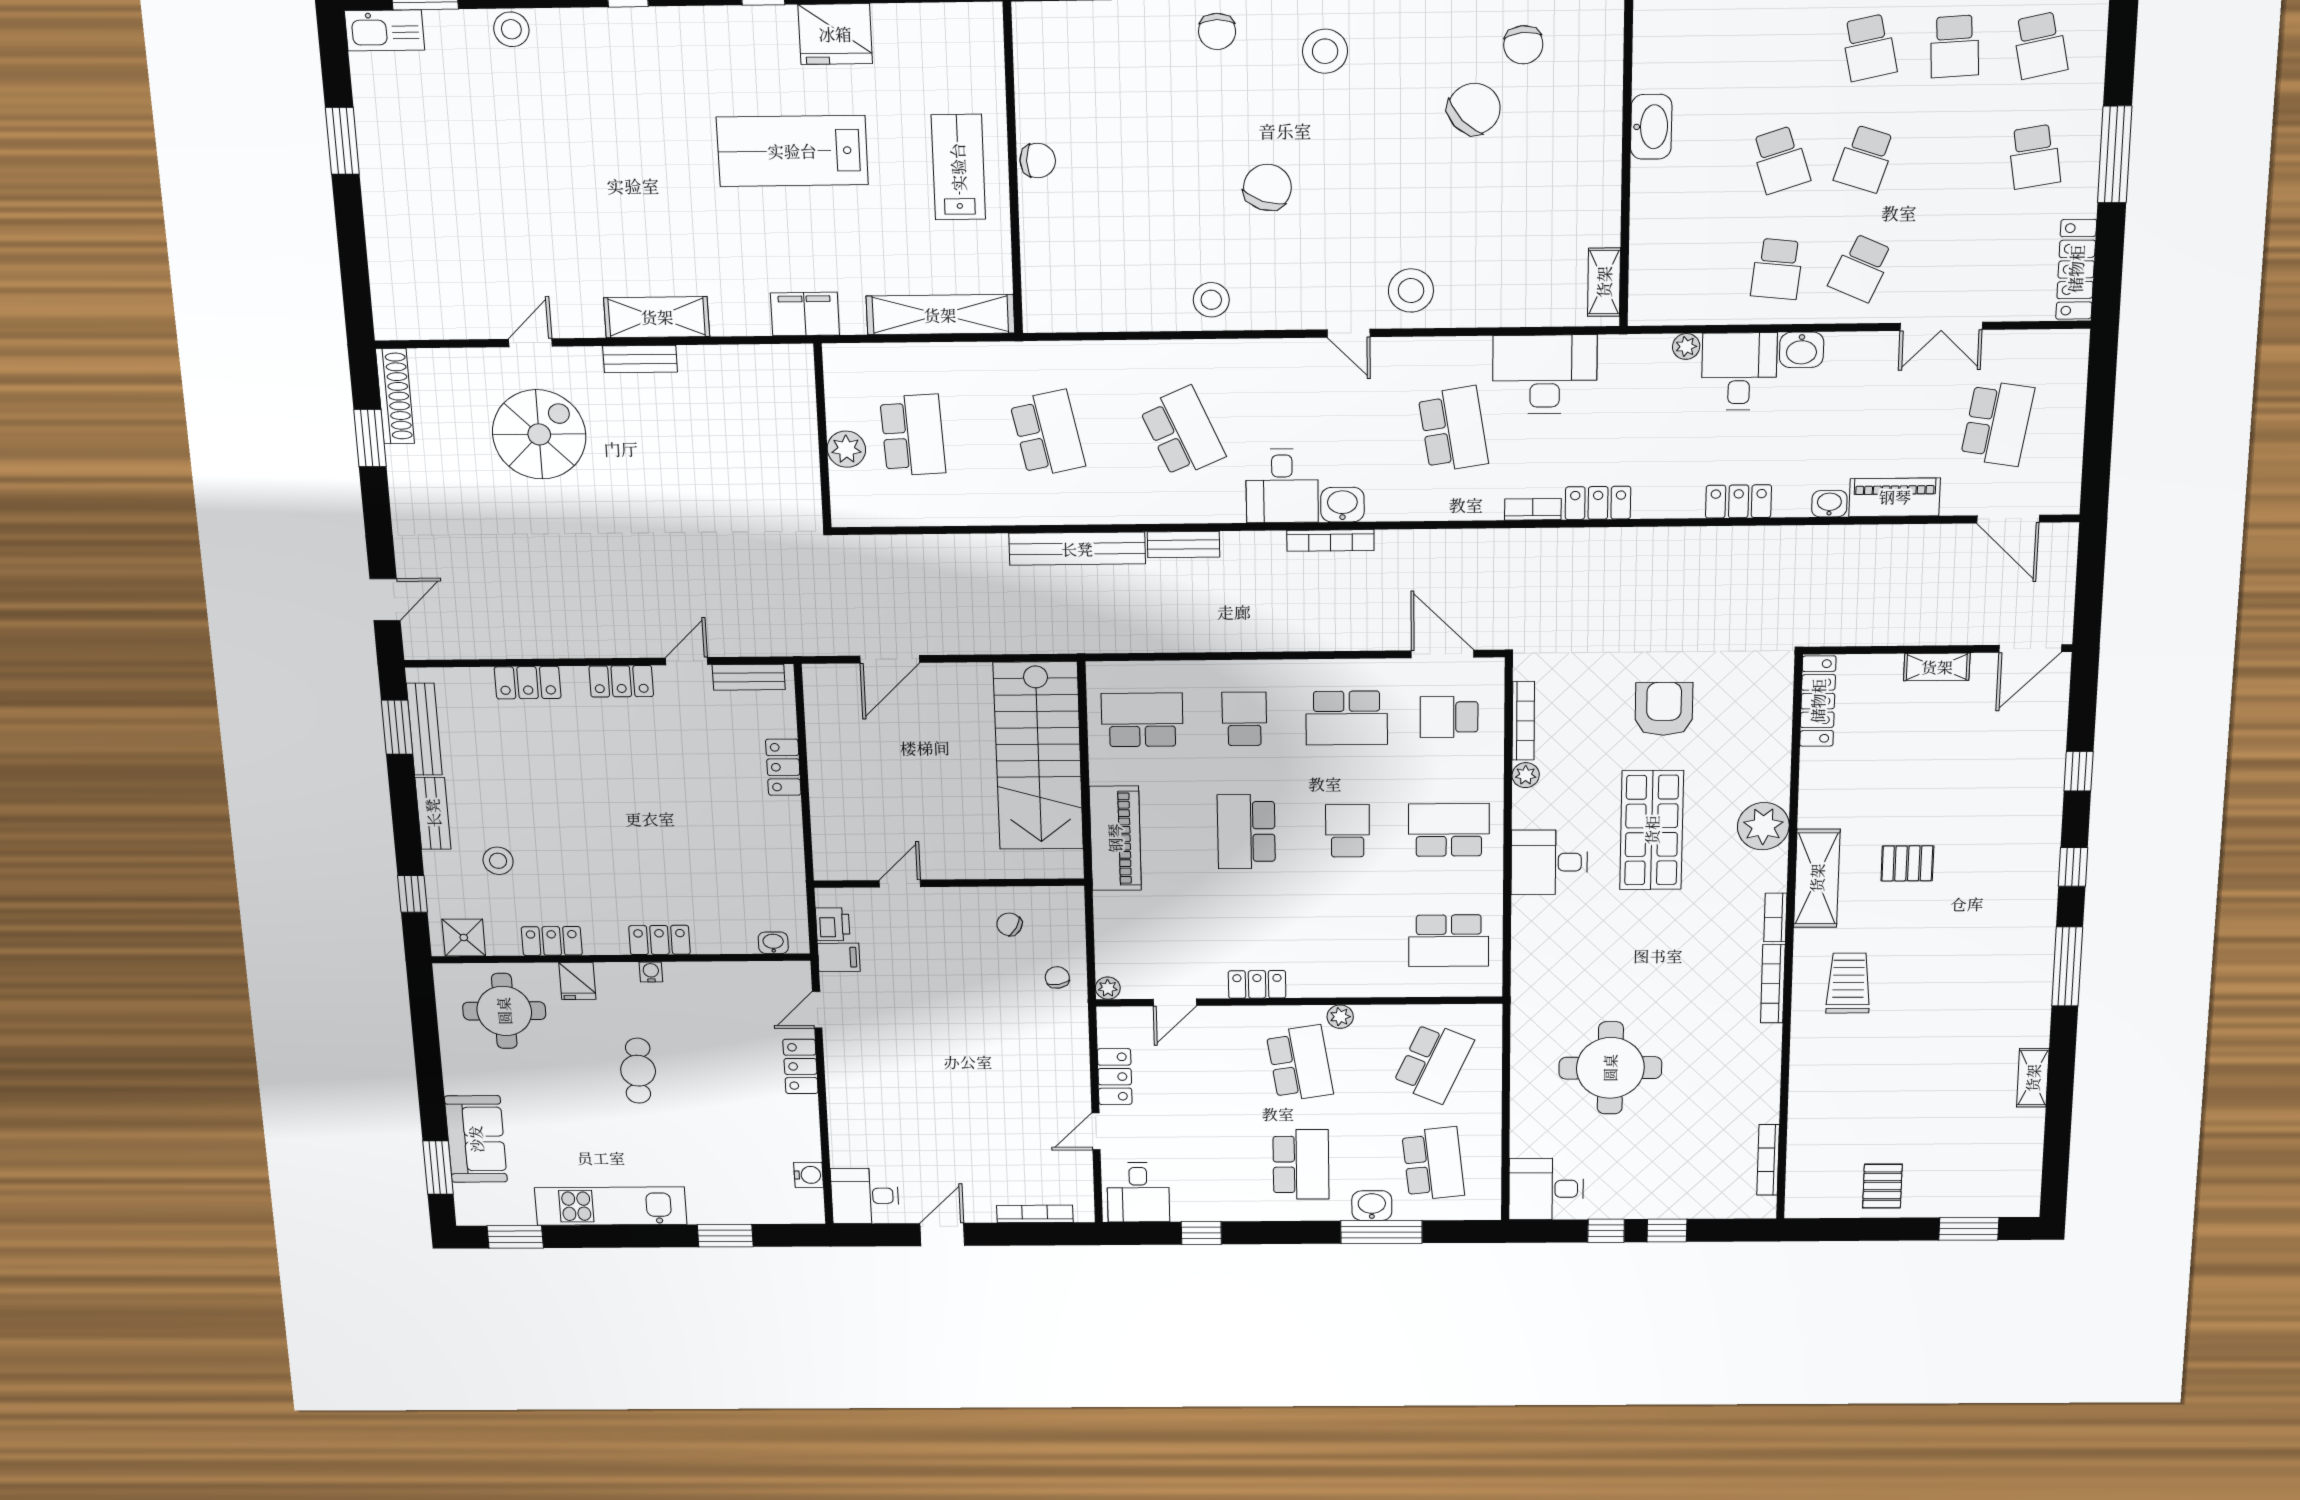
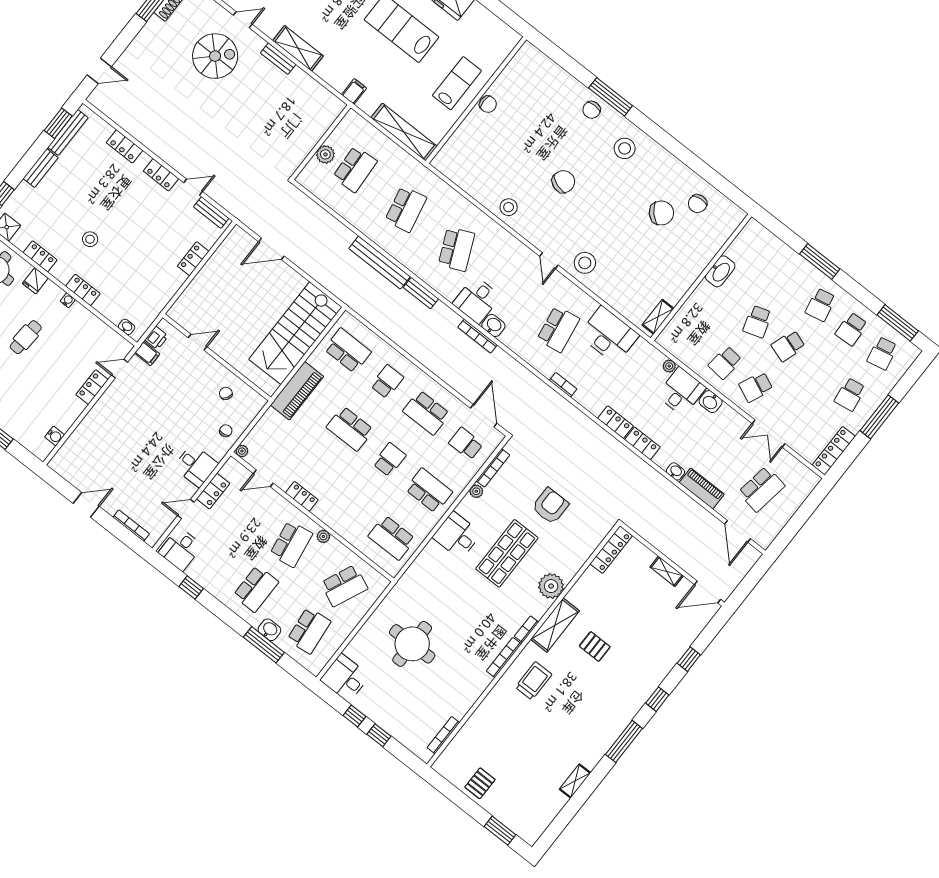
filing cabinet: (805, 314) -> (354, 91), width x0.50
locker: (1598, 503) -> (615, 422), moved
school desk: (1246, 832) -> (350, 429), turned -90
stool: (498, 861) -> (90, 239), moved
desk: (865, 1196) -> (196, 466), moved, turned 180

